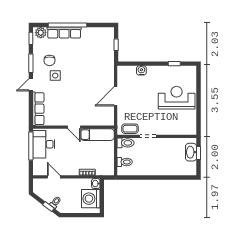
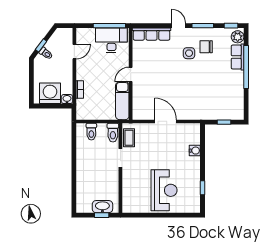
row of seats: (64, 33) -> (238, 57), width x0.68

